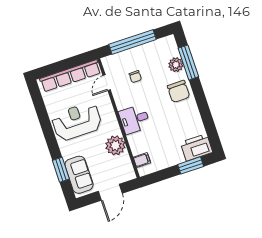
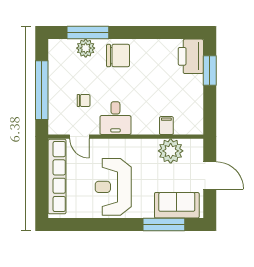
desk: (135, 119) -> (115, 118), moved
plant: (115, 145) -> (171, 151), moved
filing cabinet: (142, 160) -> (166, 126), moved
window: (61, 170) -> (164, 225), width x1.44

